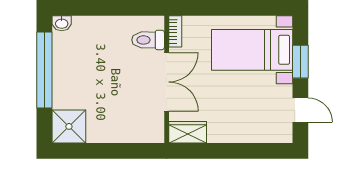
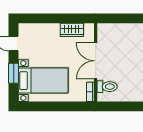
wardrobe: (188, 132) -> (72, 30), moved

